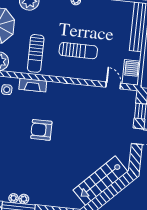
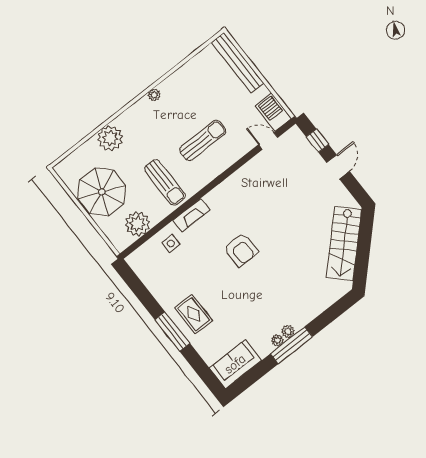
armchair: (41, 130) -> (241, 250), turned -90

